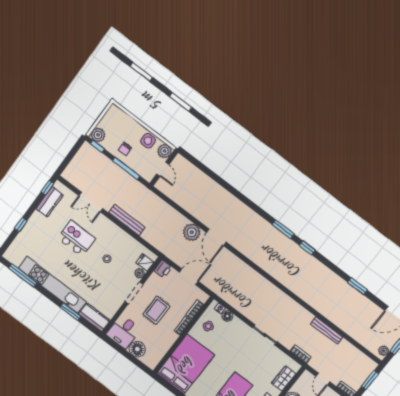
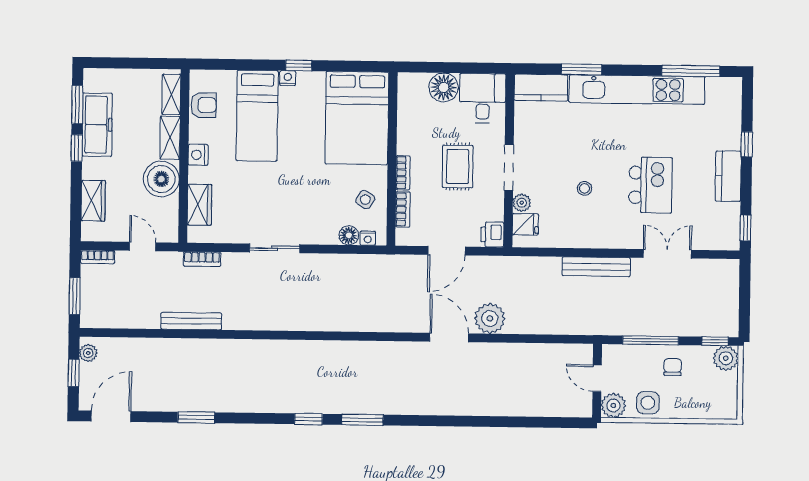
kitchen counter: (50, 202) -> (728, 176), moved
kitchen island: (76, 238) -> (650, 185), turned -90

